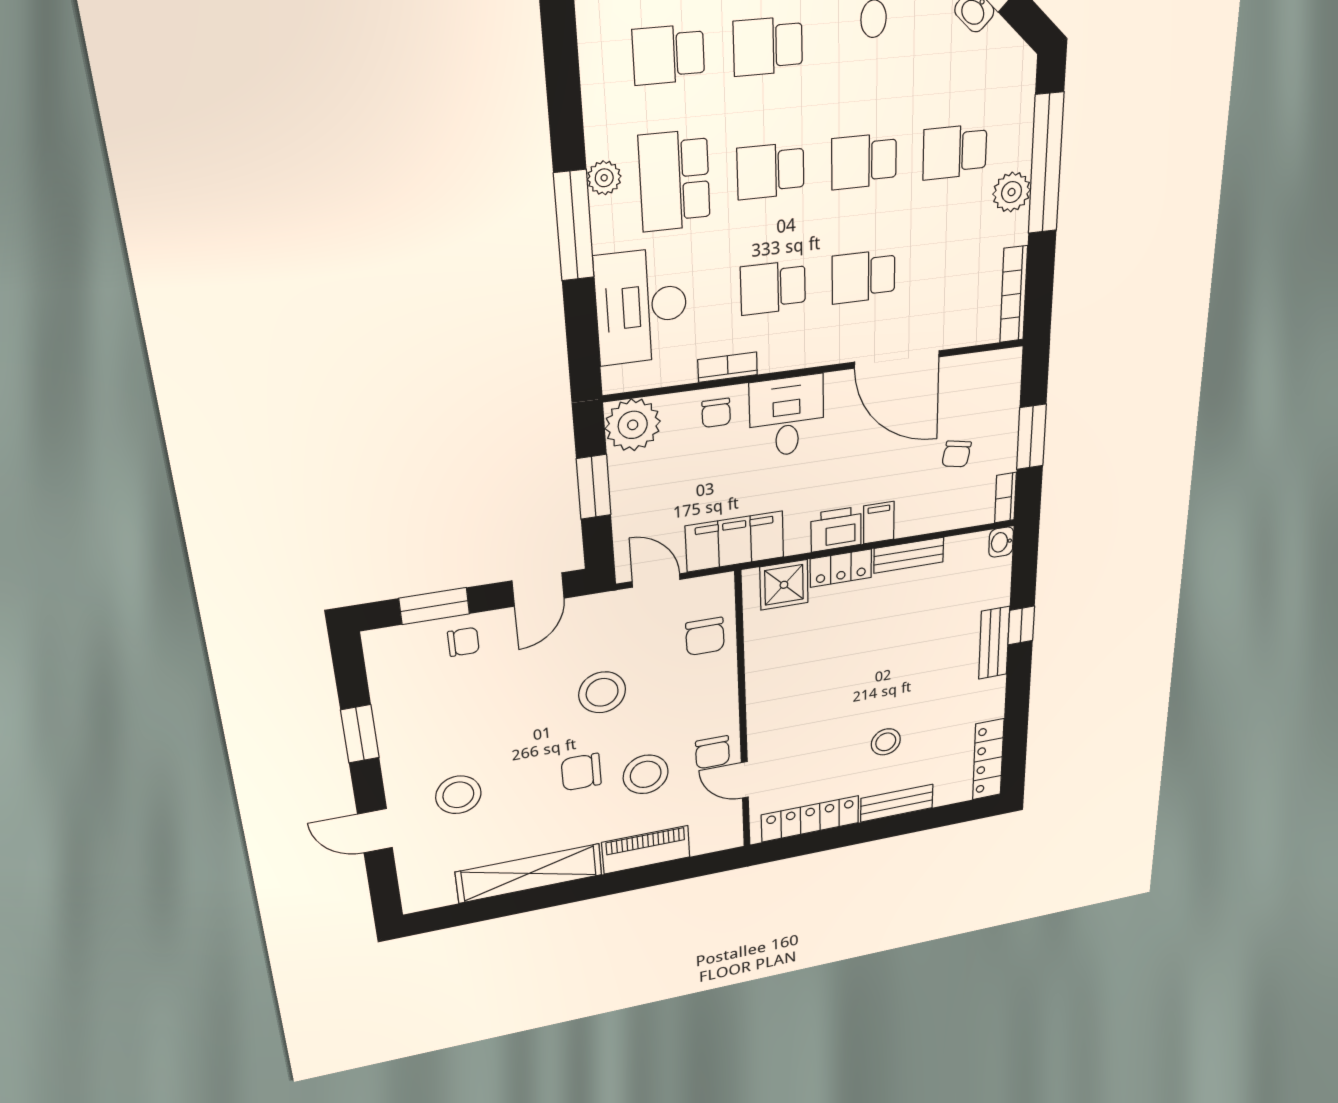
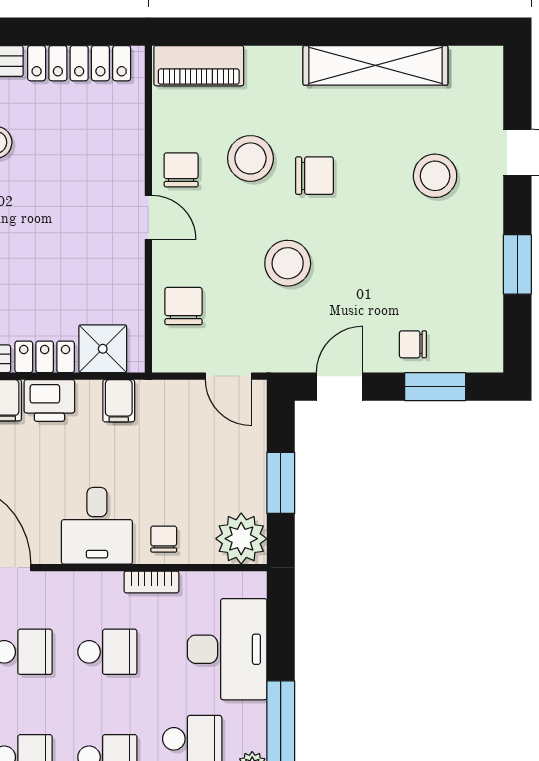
filing cabinet: (735, 542) -> (119, 401), width x0.33, depth x0.86
door: (745, 780) -> (148, 217), moved
piano: (646, 850) -> (199, 66), moved

